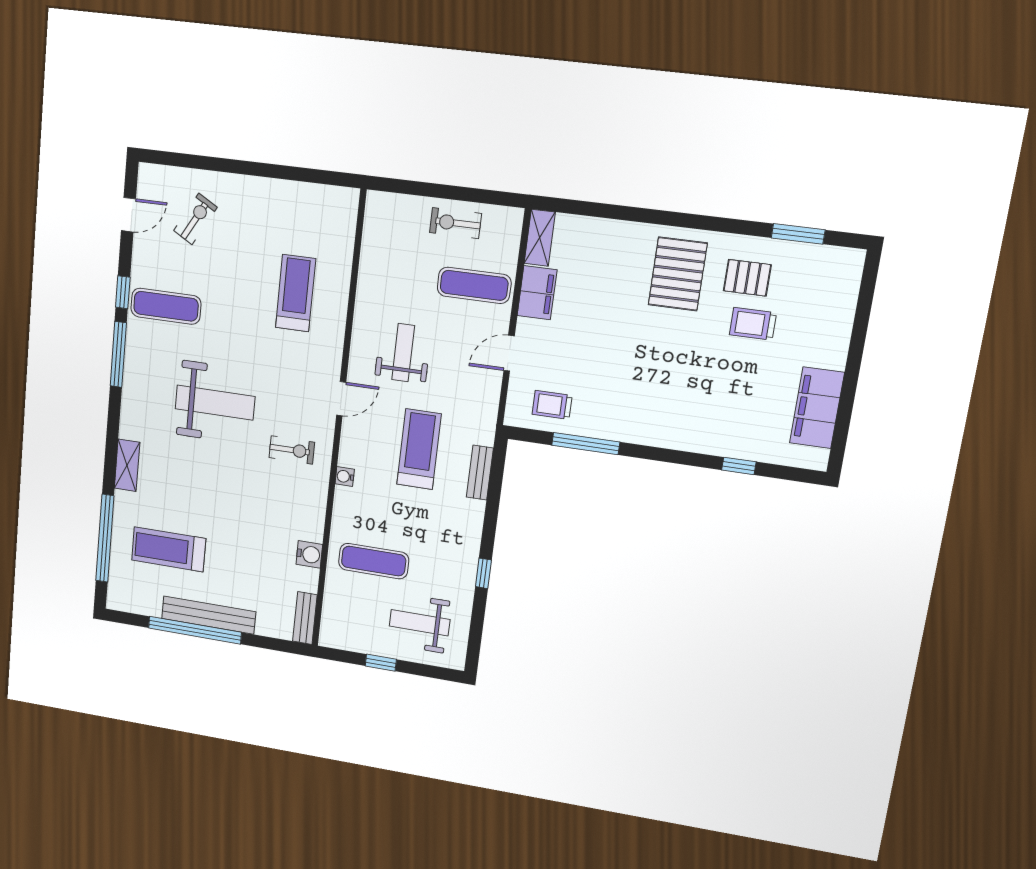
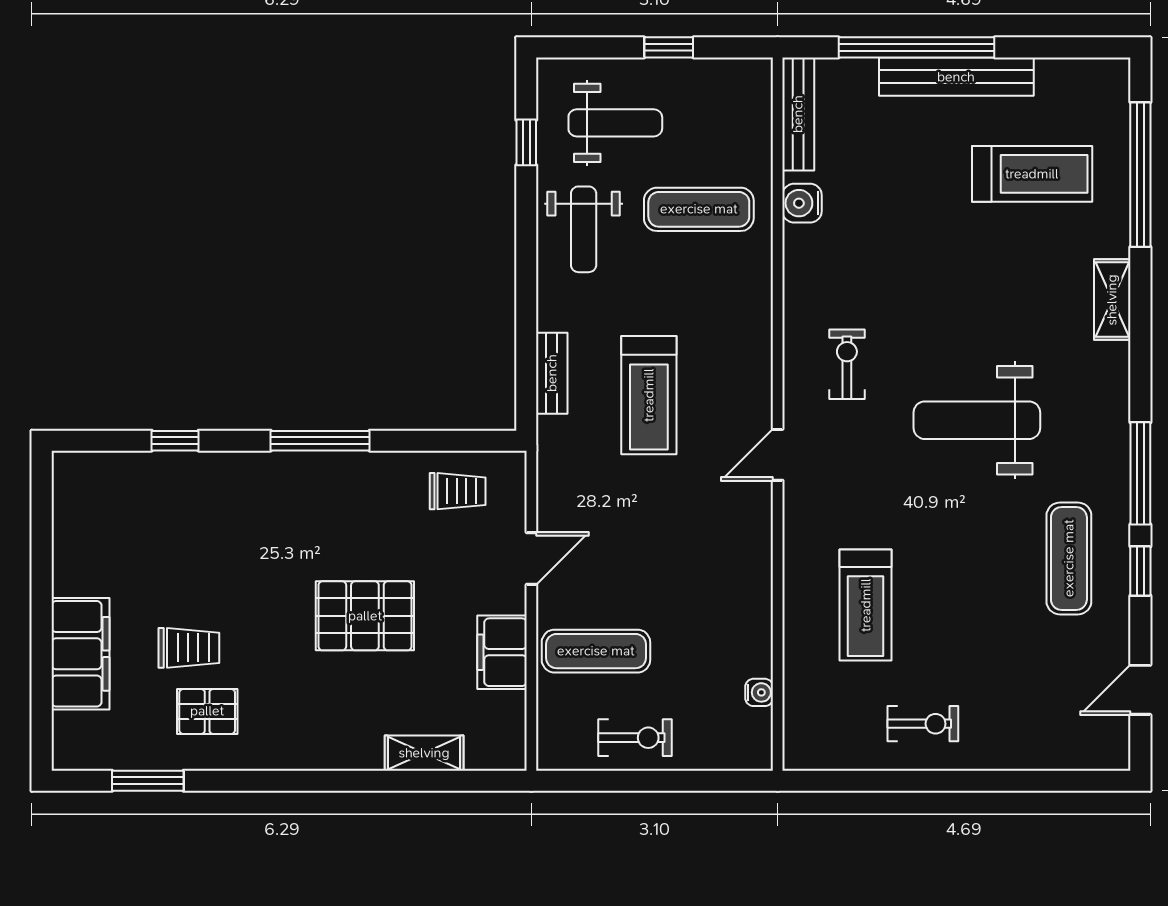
exercise bike: (195, 219) -> (923, 724), moved, turned -120
shelving: (540, 238) -> (424, 753), moved, turned 90
pallet: (678, 274) -> (365, 616), moved, turned 90
exercise mat: (166, 306) -> (1069, 558), turned 90
weight bench: (403, 353) -> (584, 229), moved
filing cabinet: (817, 408) -> (81, 654), moved
window: (586, 444) -> (320, 441), moved
exercise bike: (292, 450) -> (847, 364), turned 90
water cooler: (345, 477) -> (759, 692), moved
window: (483, 573) -> (526, 142), moved
bench: (305, 618) -> (798, 114), width x1.36
window: (195, 630) -> (917, 47), moved

